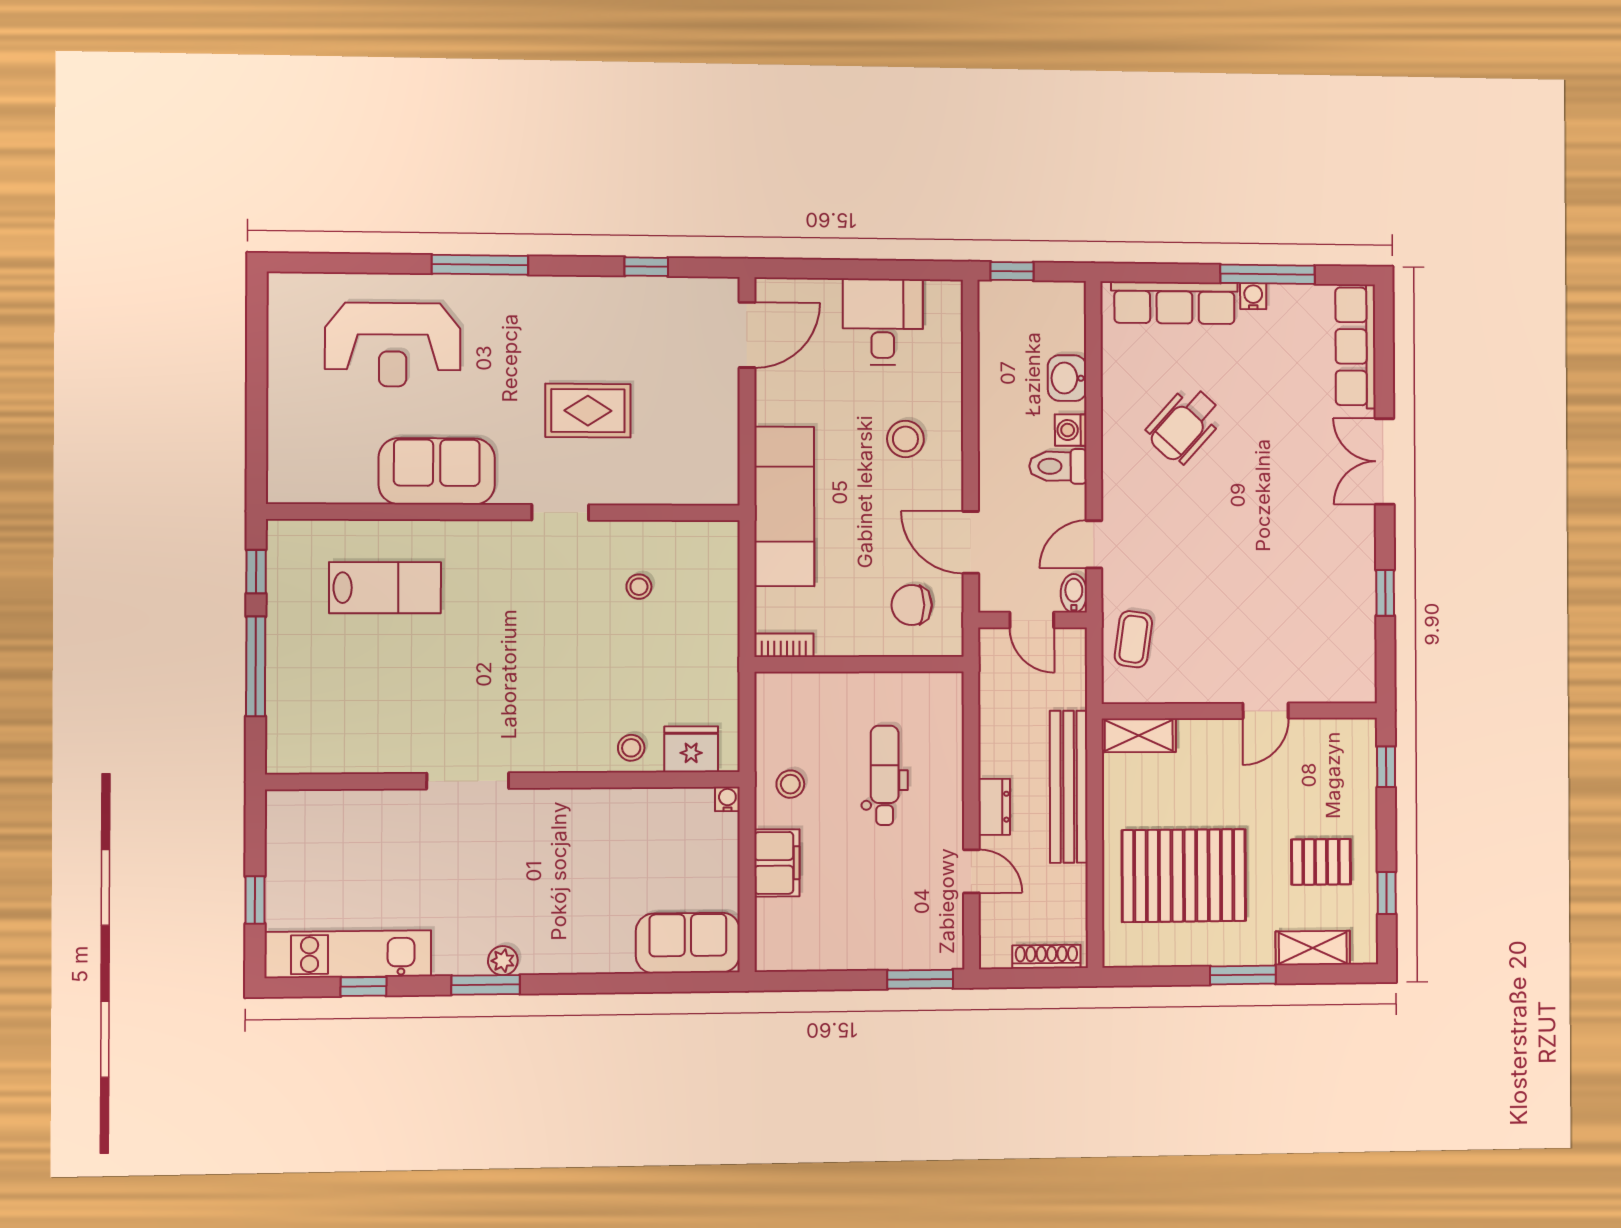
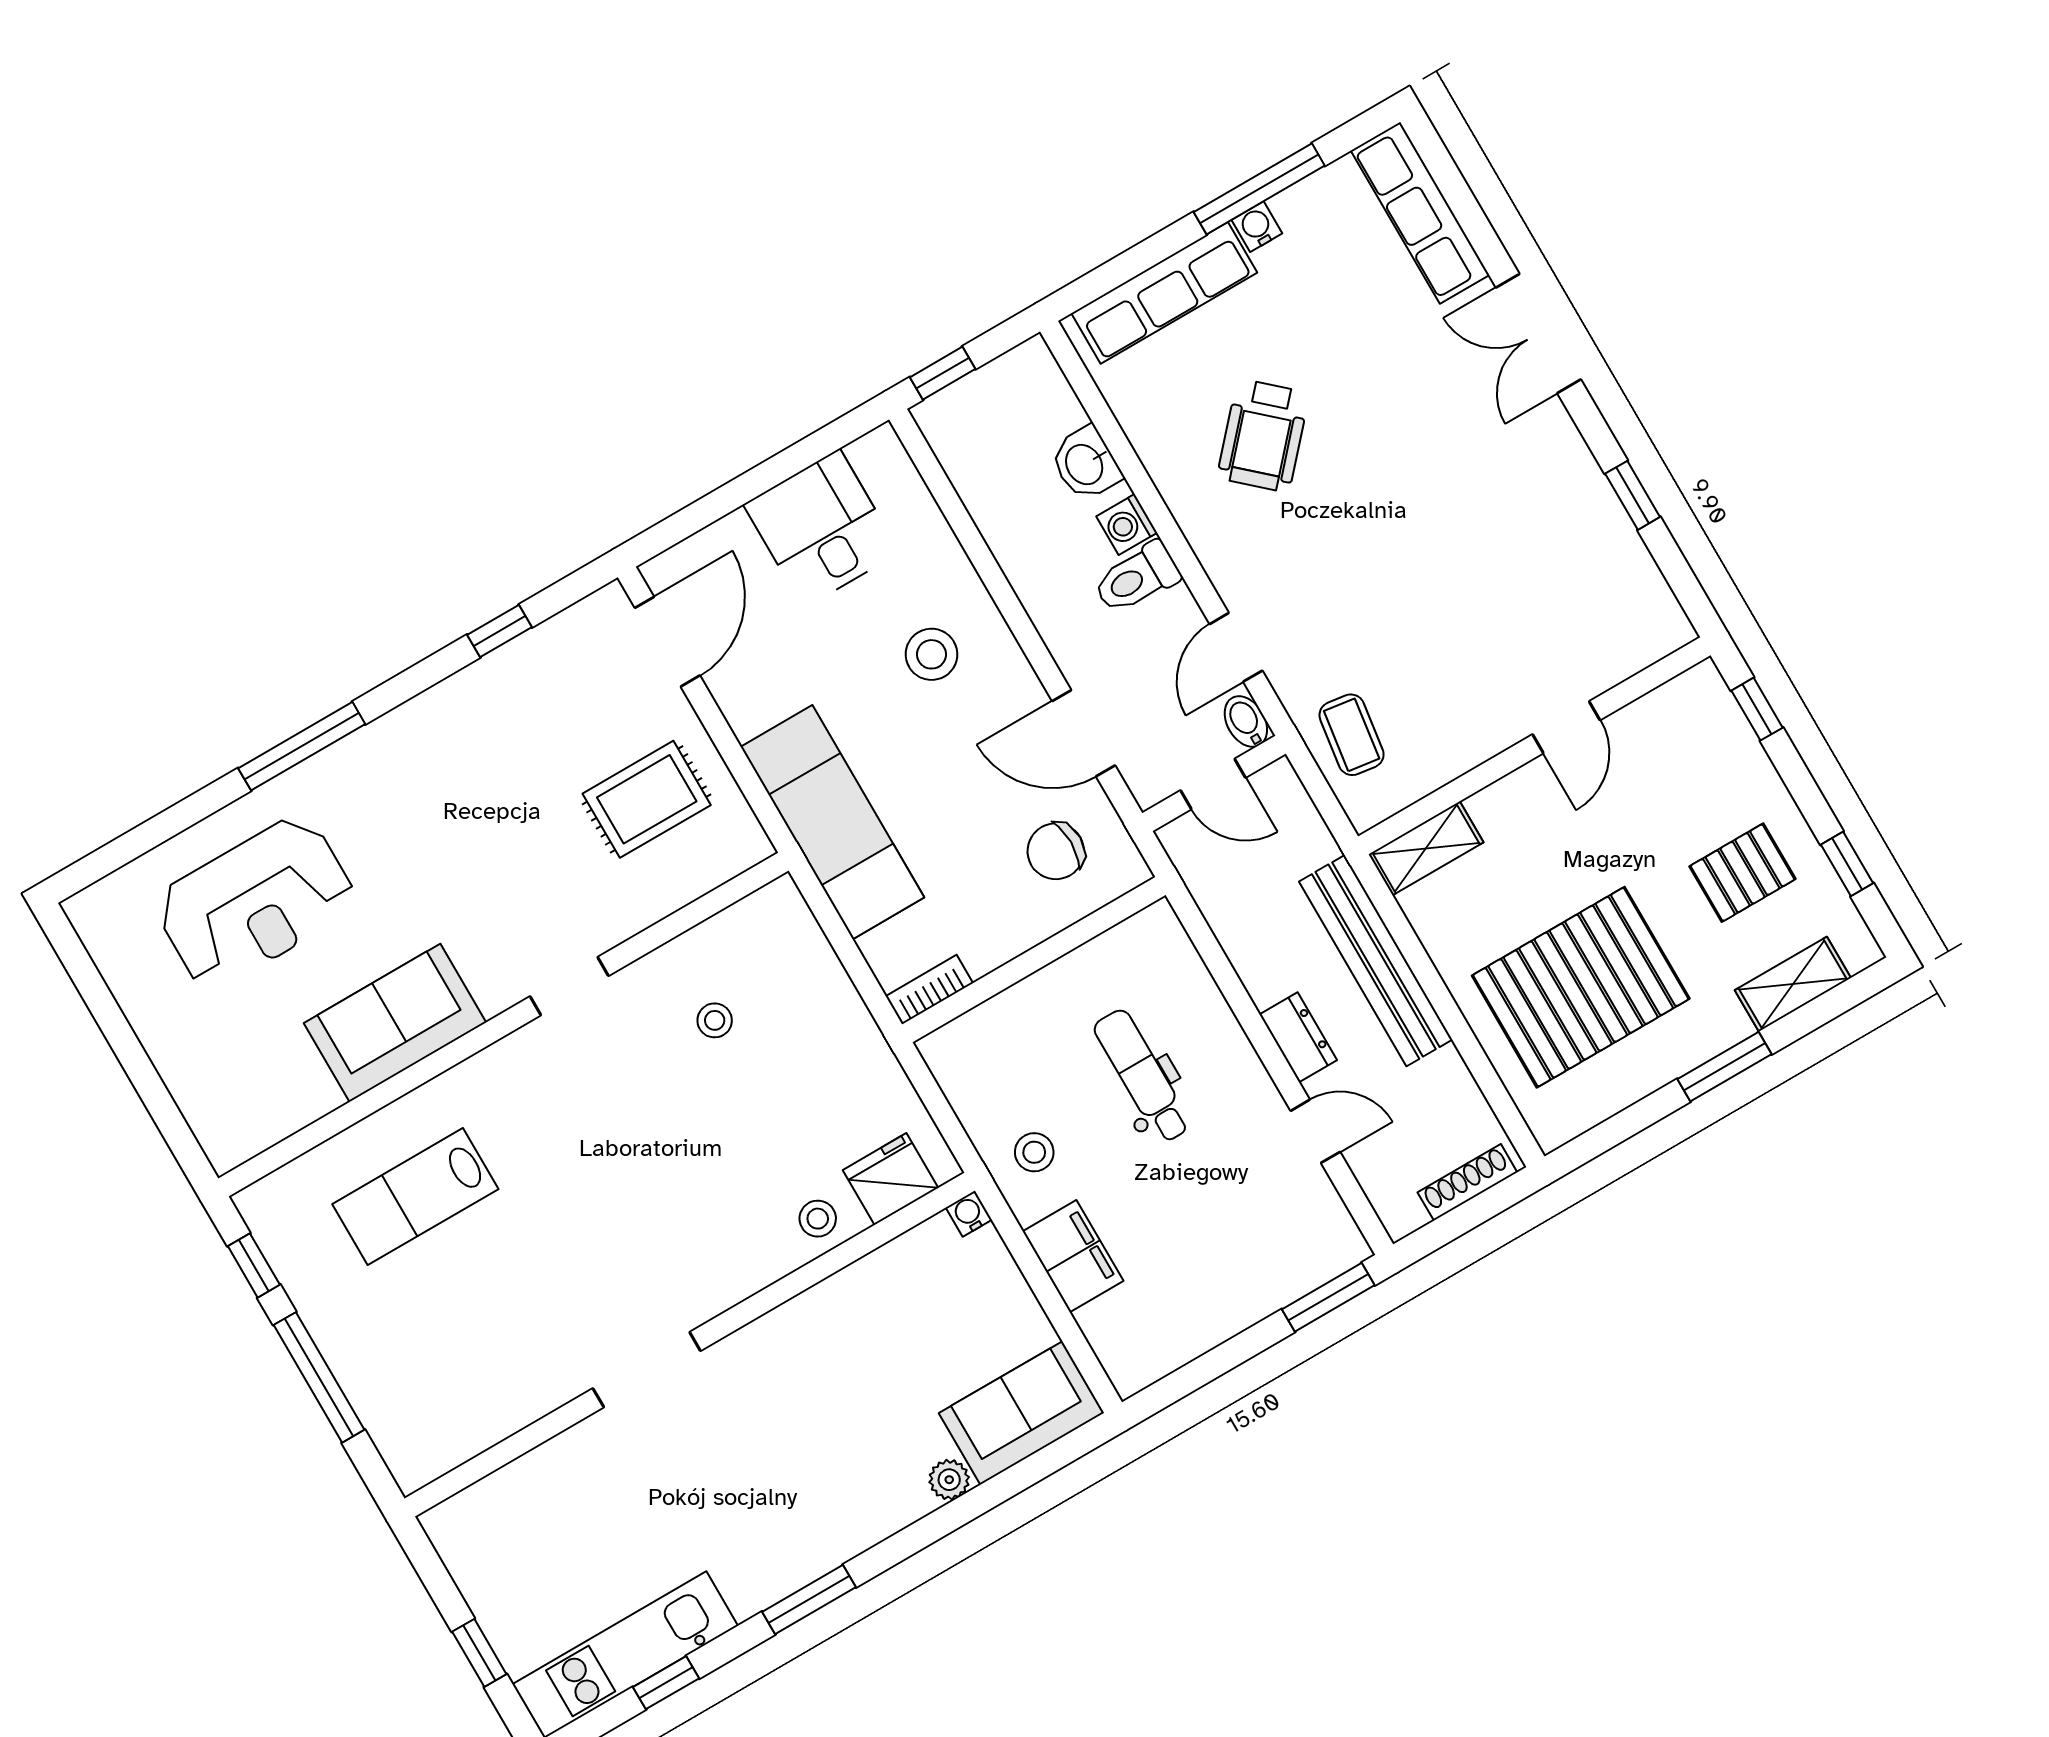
rug: (588, 411) -> (647, 799), moved
lab bench: (385, 588) -> (415, 1197), turned 180
plant: (503, 961) -> (949, 1480), moved

